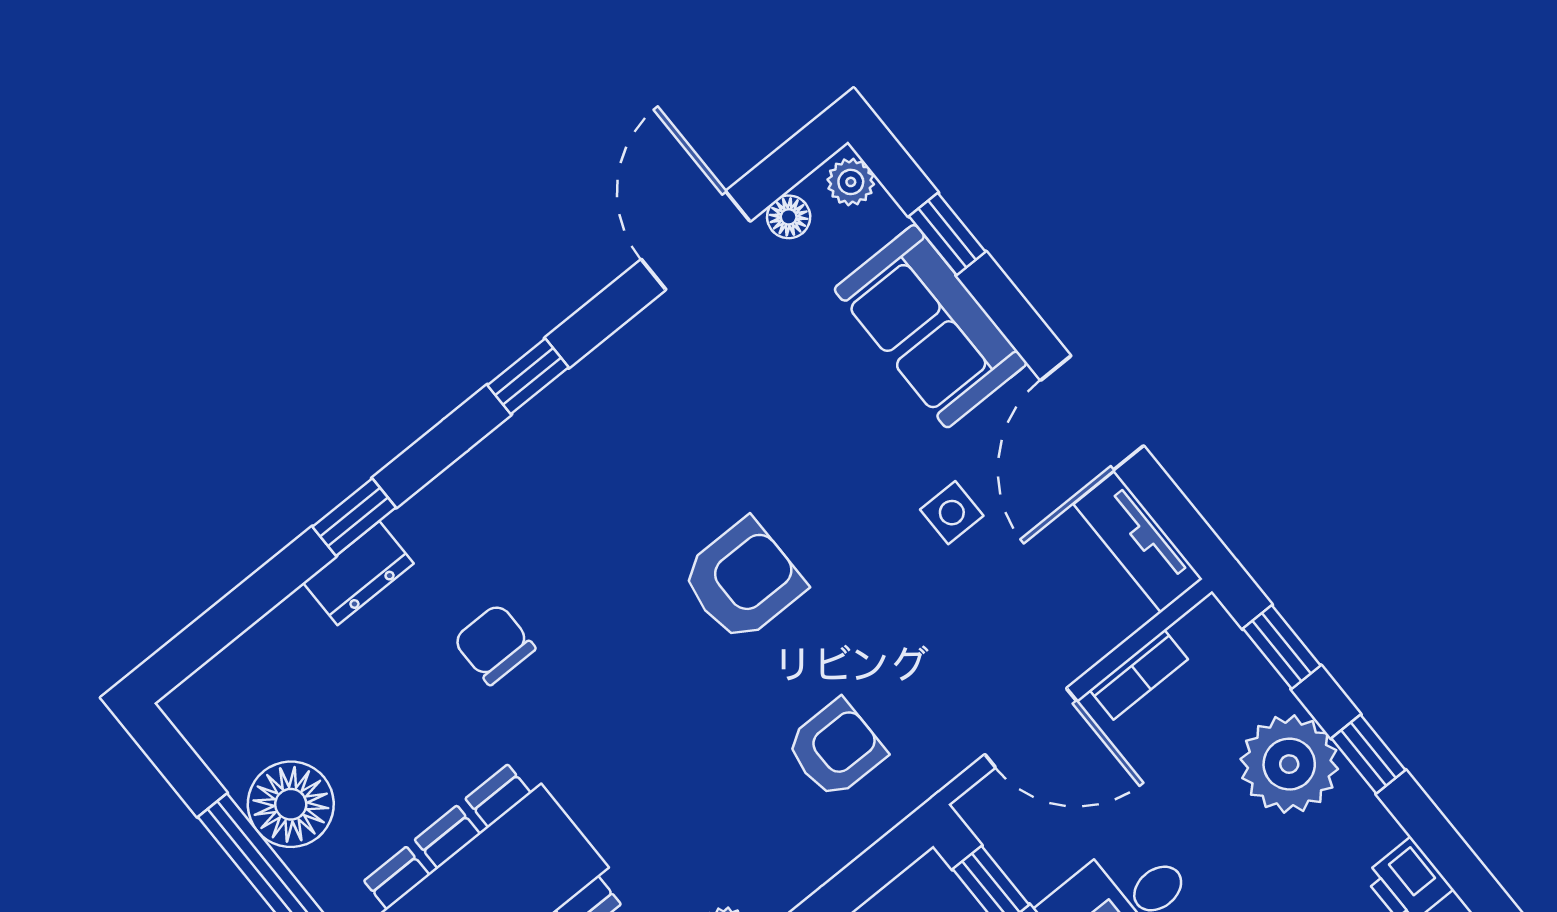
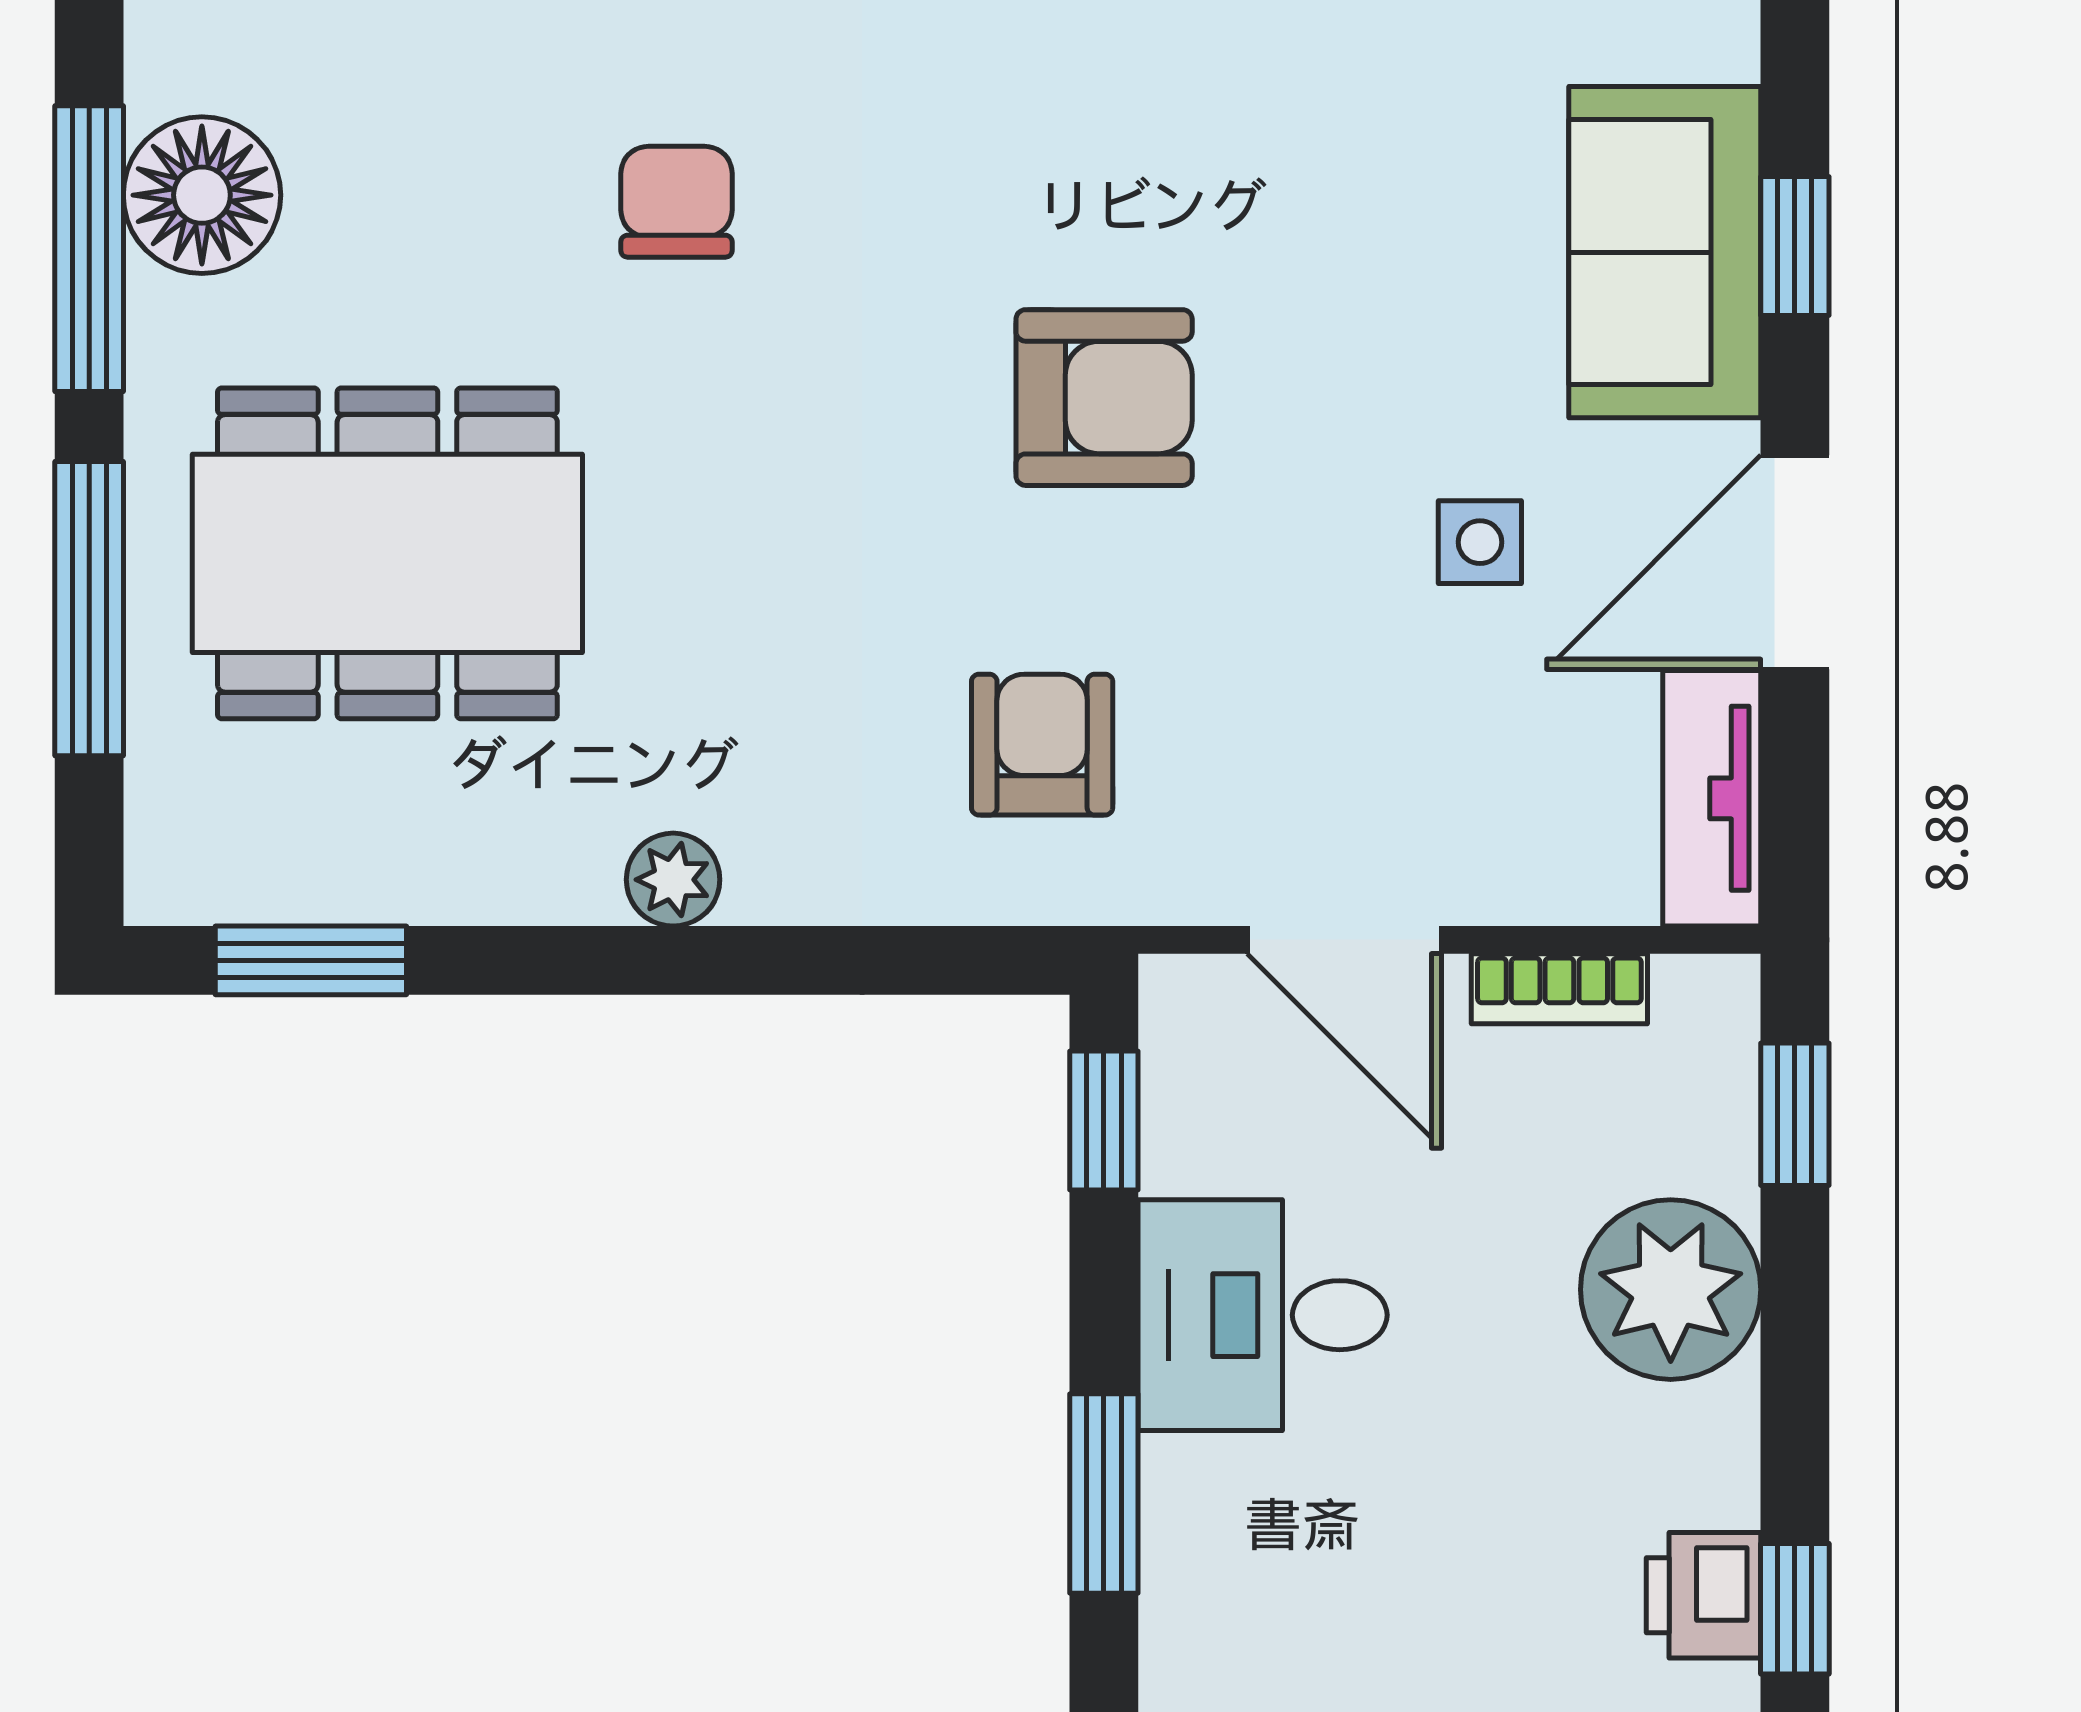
window: (947, 234) -> (1795, 246), moved
armchair: (836, 749) -> (1042, 745), turned -90
window: (1368, 754) -> (1795, 1609), moved

